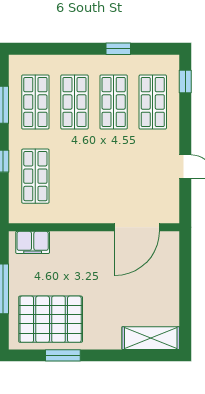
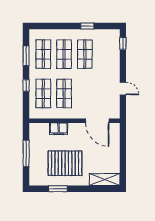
shop shelf: (153, 102) -> (64, 94), moved
door: (137, 227) -> (97, 121), hinge flipped
filing cabinet: (33, 242) -> (59, 129), moved
pallet: (51, 319) -> (65, 163), moved

